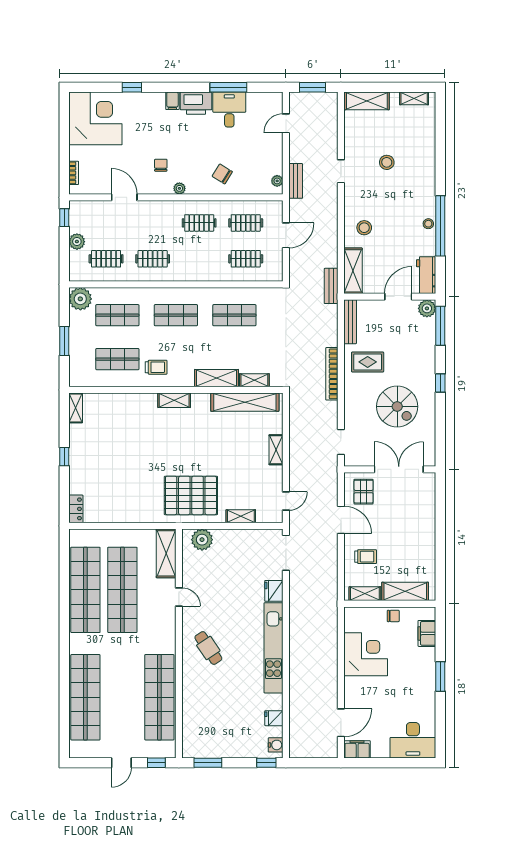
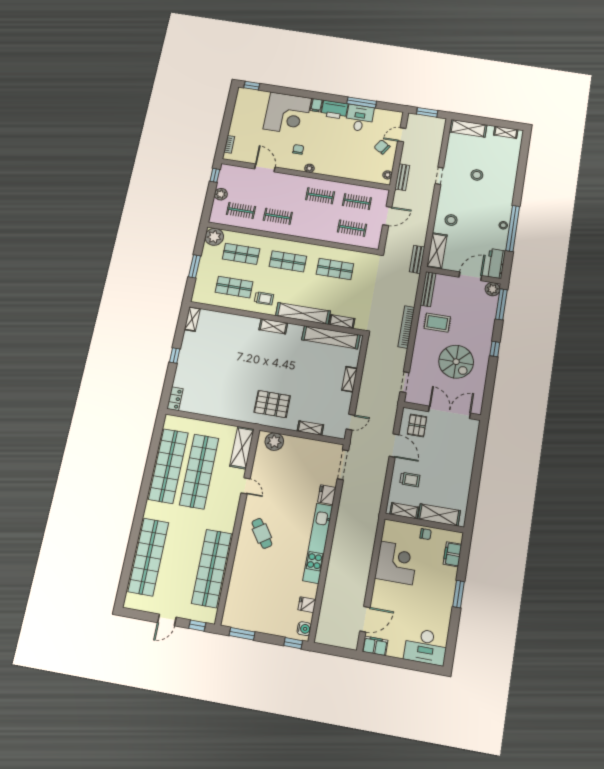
window: (132, 87) -> (252, 86), moved
corner desk: (95, 118) -> (287, 113), moved, turned 90
chair: (222, 174) -> (382, 147), moved
shelving: (217, 378) -> (303, 313), width x1.47
pallet: (191, 495) -> (272, 404), width x0.73, depth x0.71

